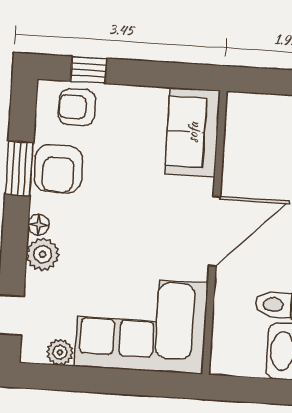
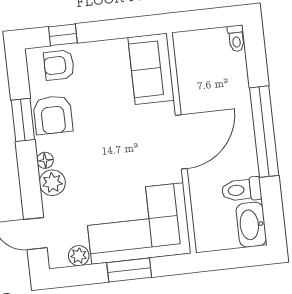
window: (121, 382) -> (129, 270), added

